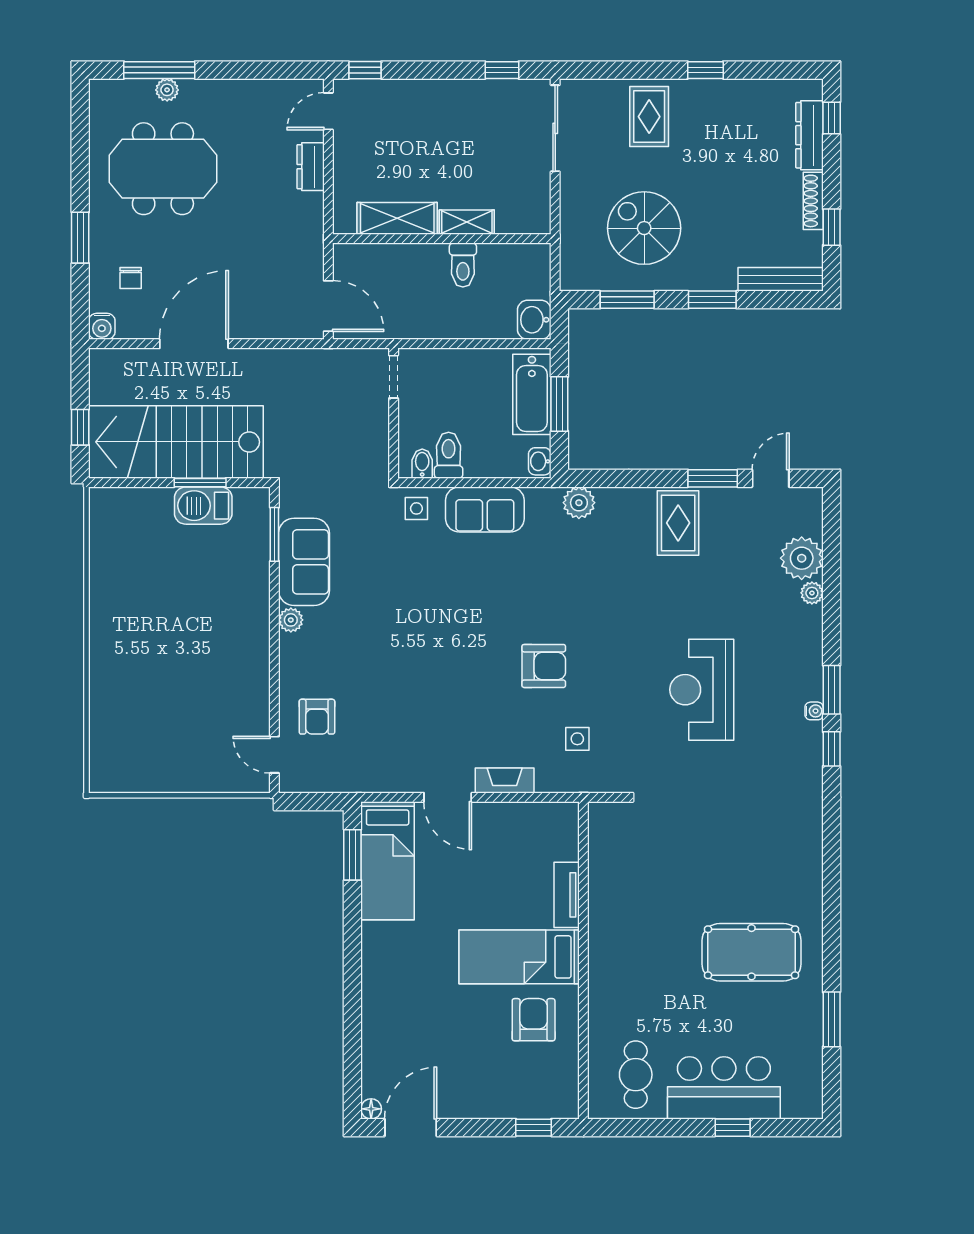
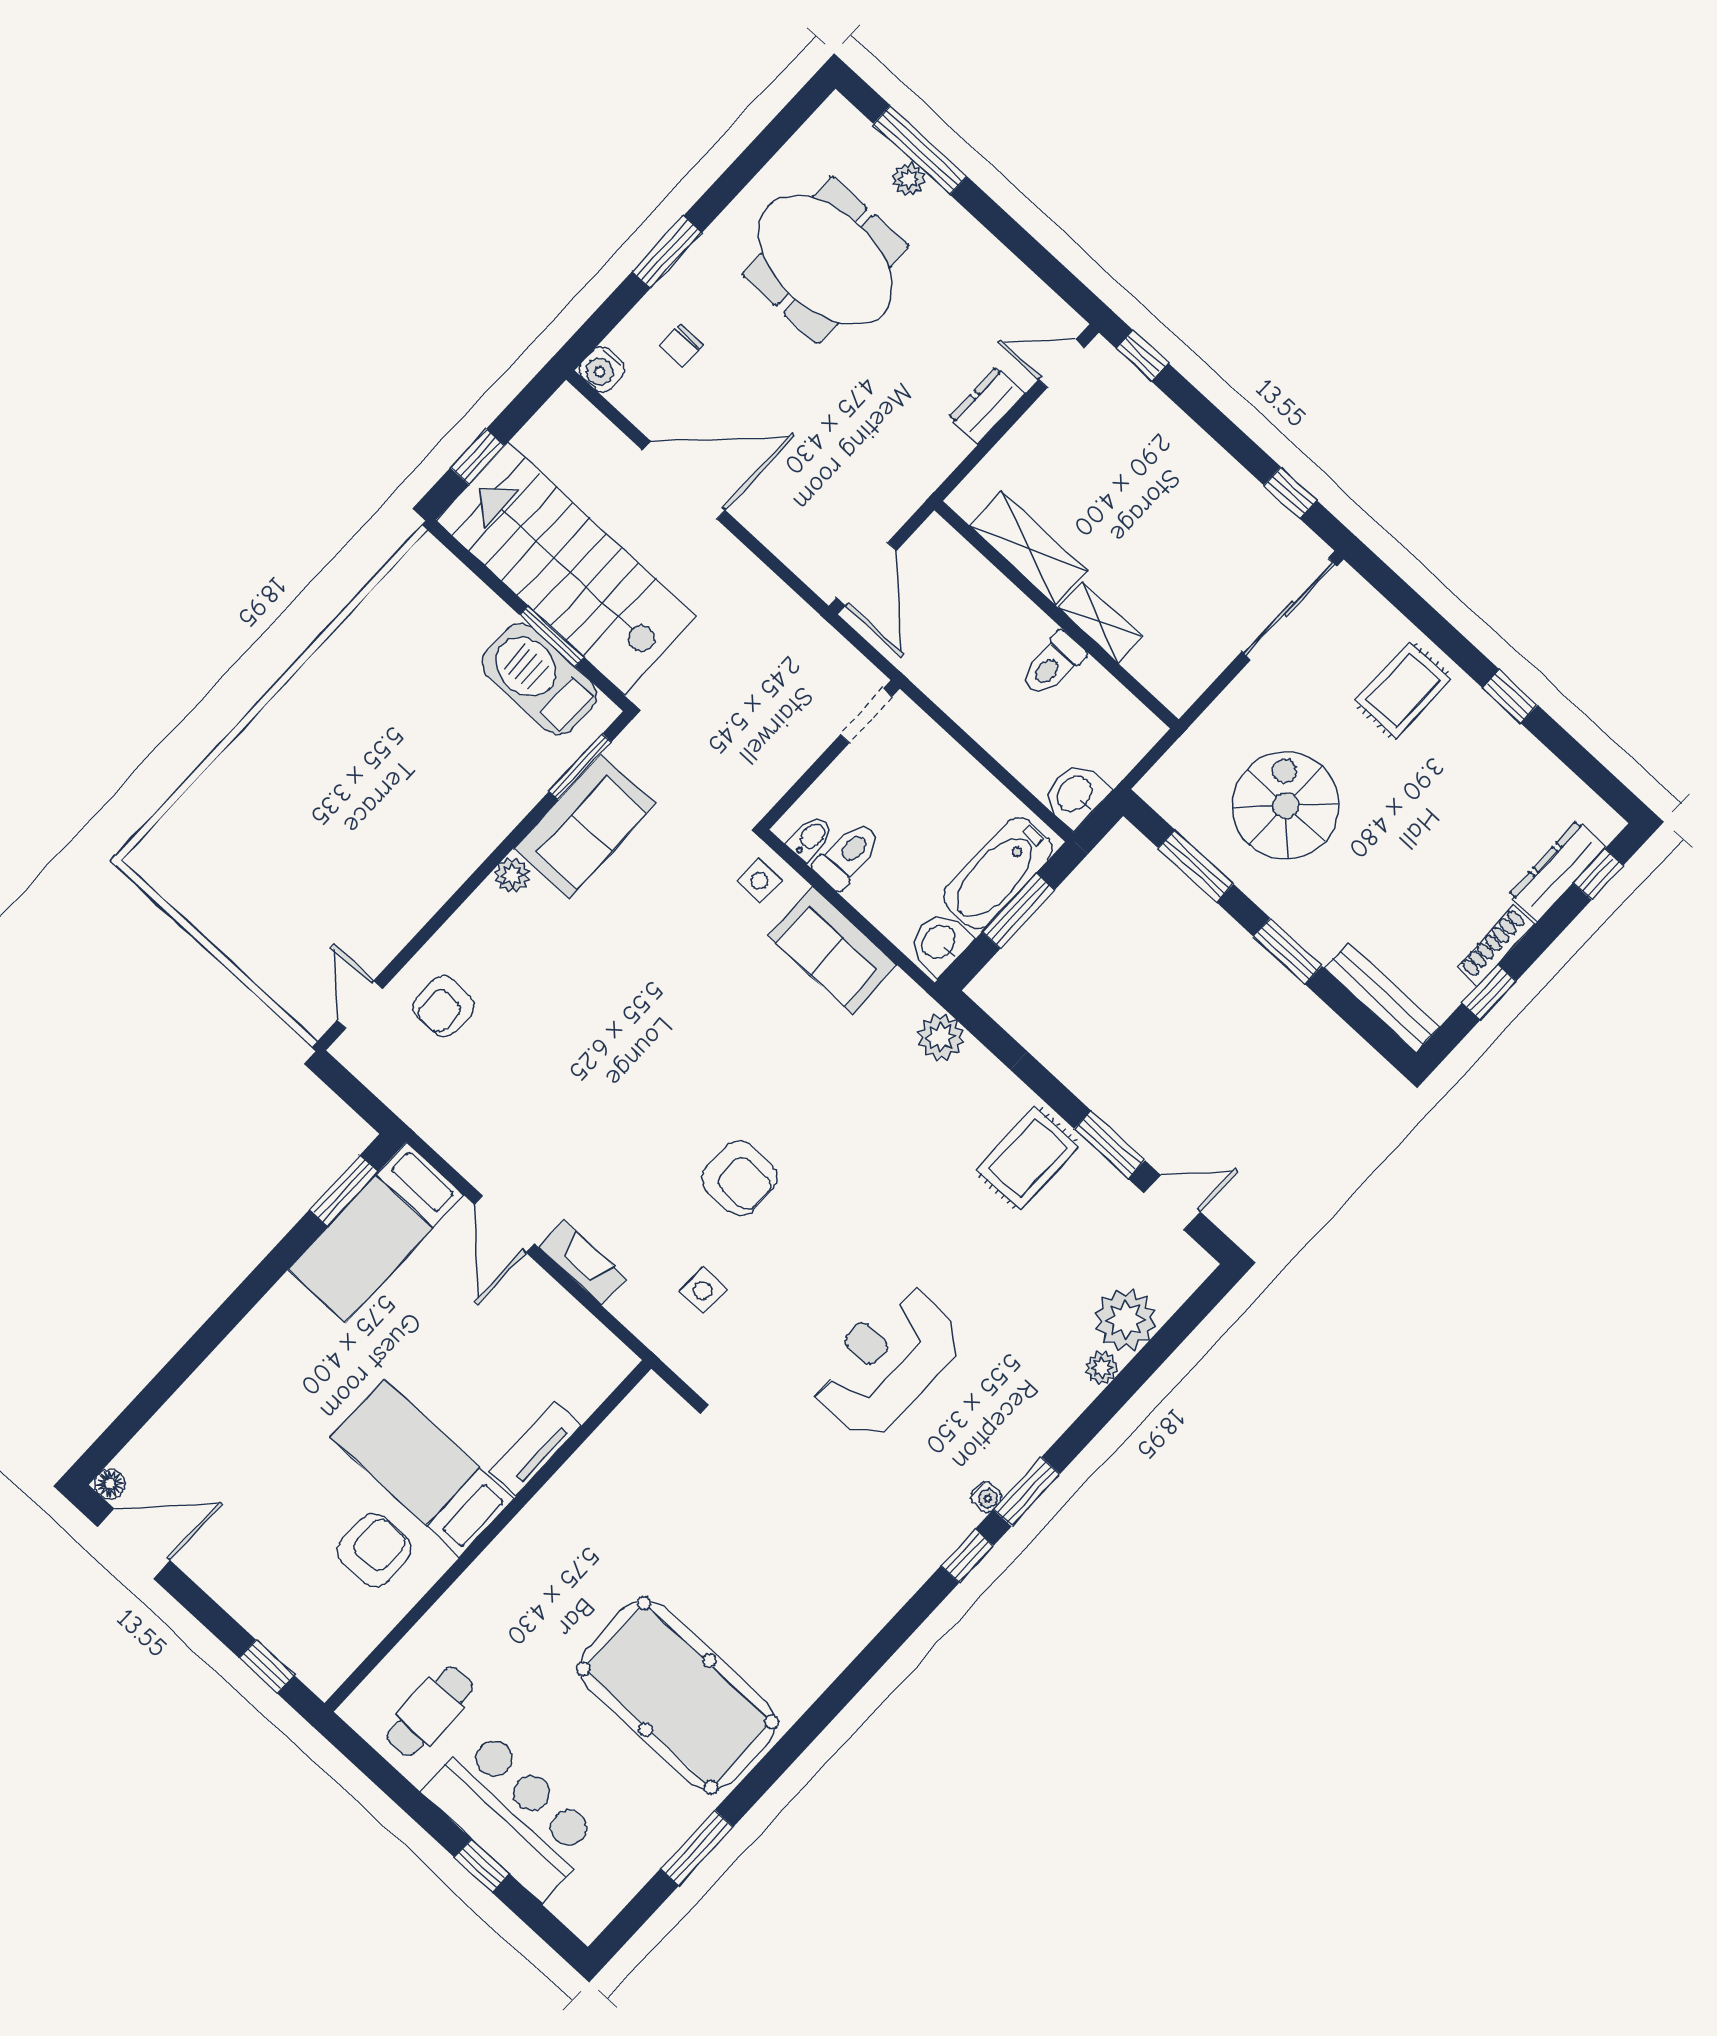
washbasin: (540, 461) -> (940, 942), width x1.38, depth x1.45
barbecue: (203, 506) -> (539, 679), width x1.37, depth x1.21
pool table: (751, 952) -> (677, 1695), width x1.36, depth x1.32

